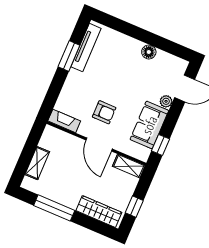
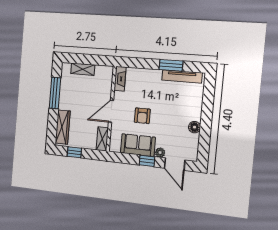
armchair: (104, 112) -> (142, 116), moved
window: (160, 145) -> (147, 161), moved

